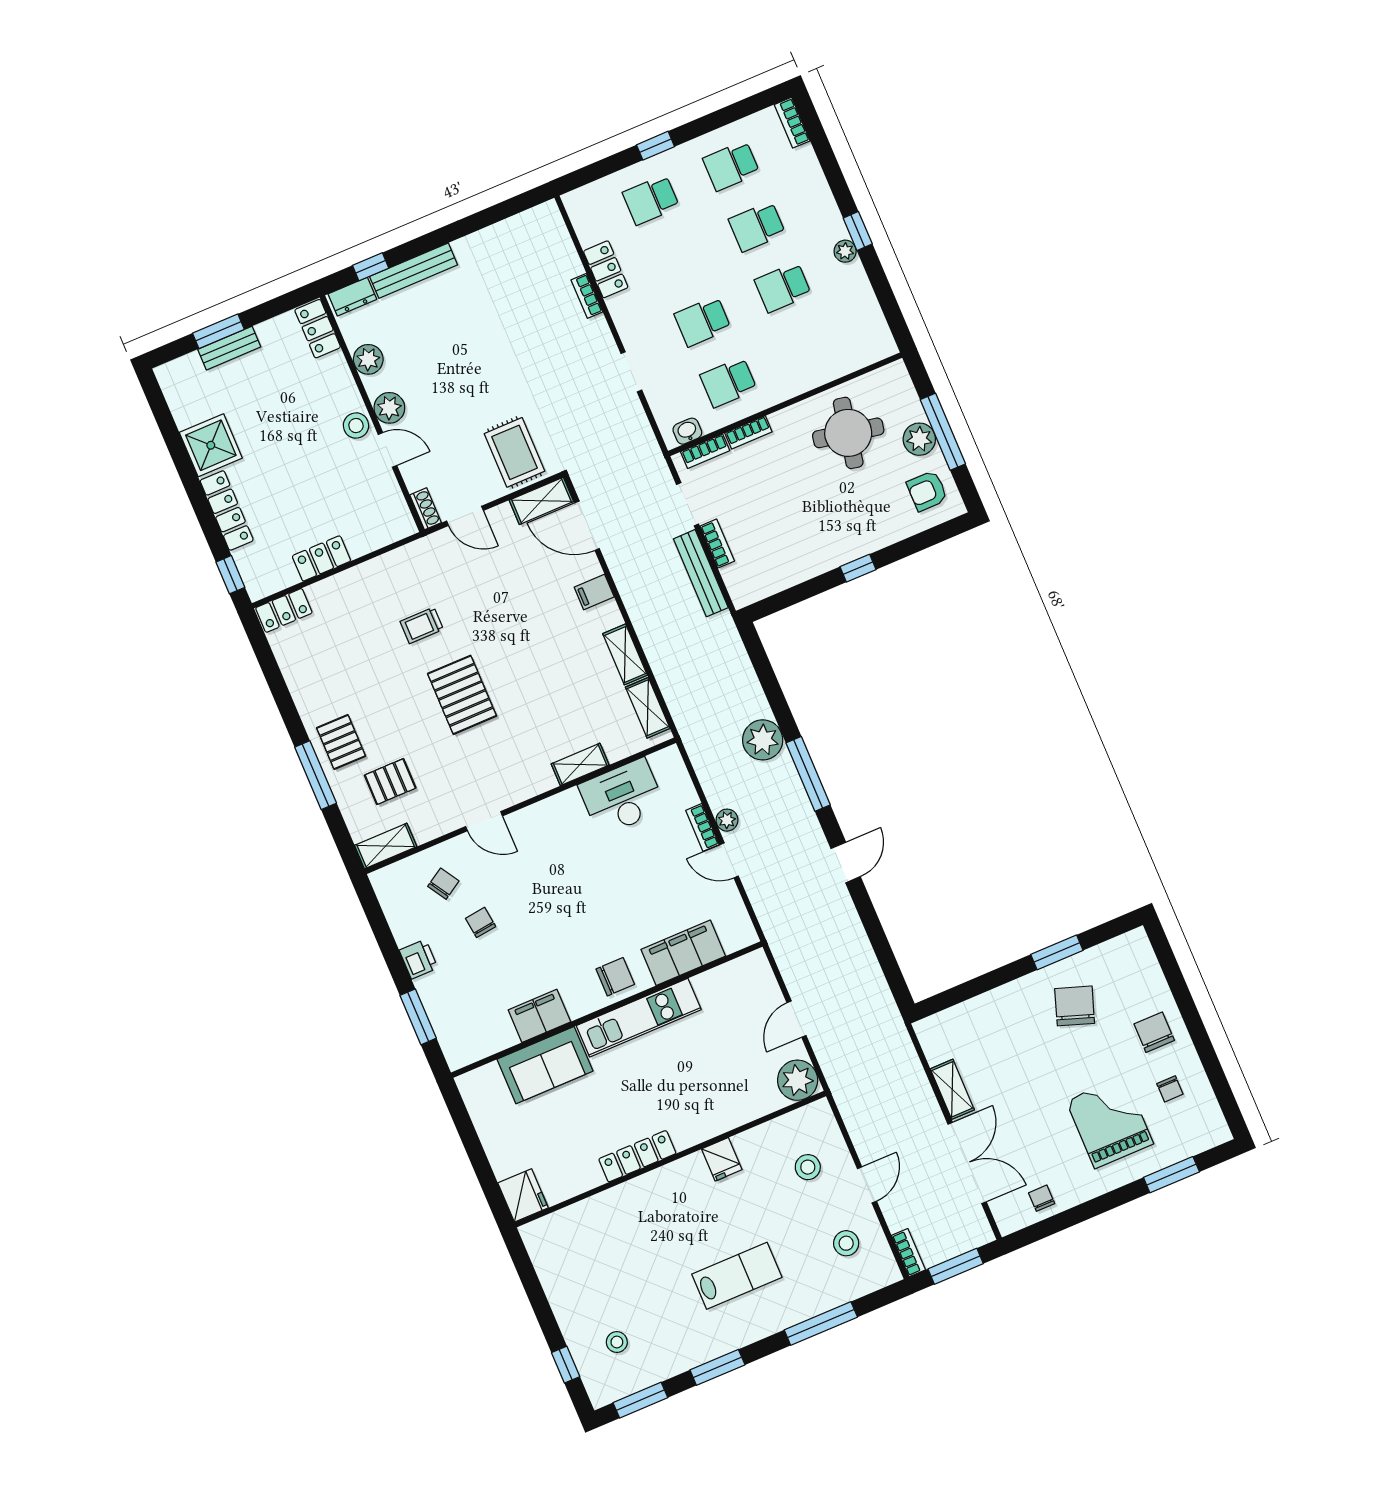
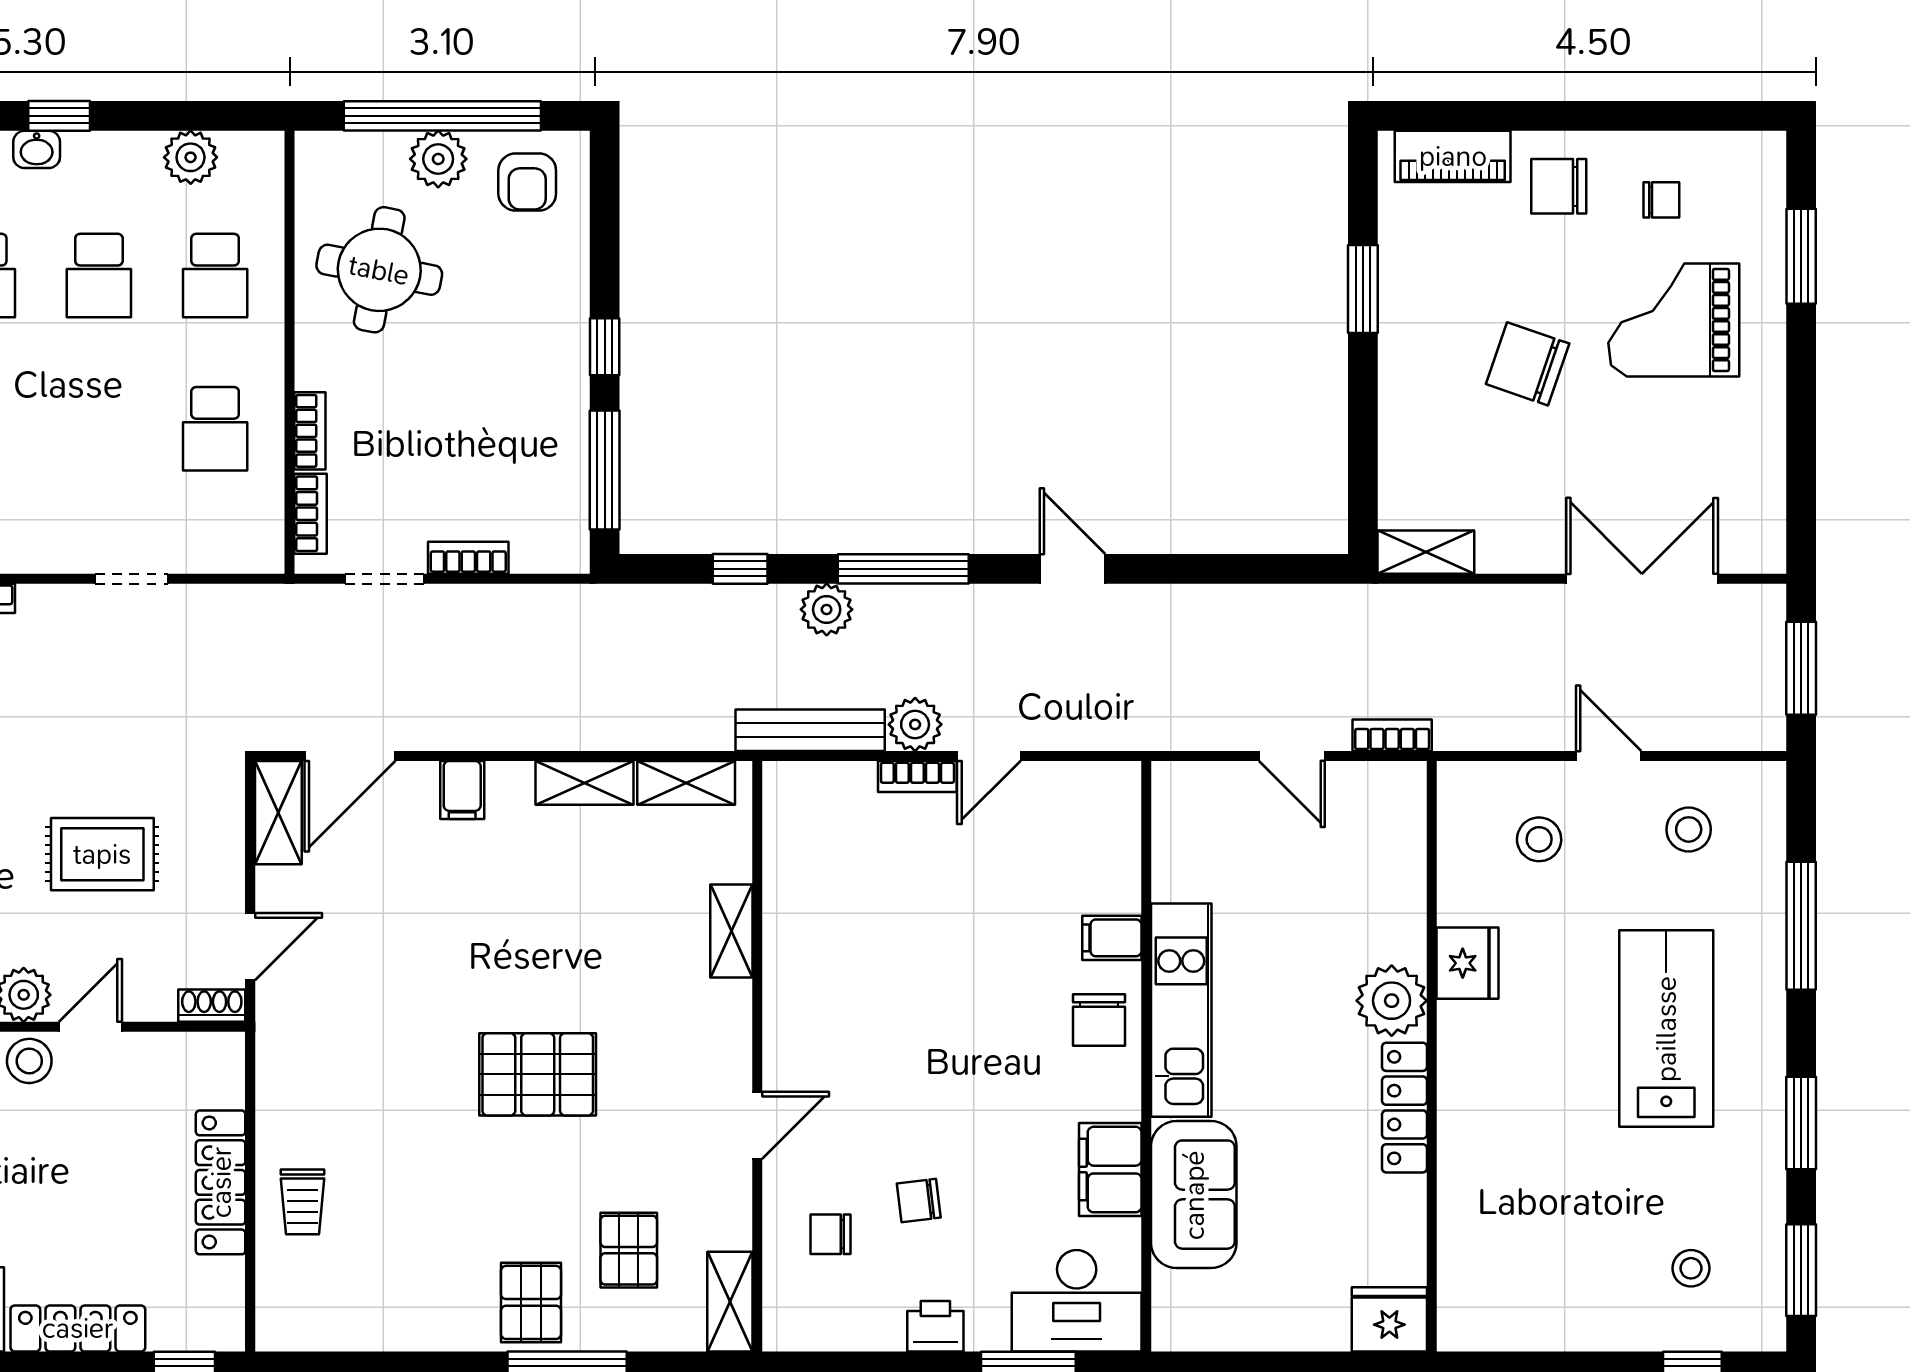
plant: (845, 251) -> (191, 157), moved, width x1.38, depth x1.38
school desk: (703, 321) -> (215, 276), moved
washbasin: (687, 431) -> (37, 149), moved, turned -90
window: (943, 432) -> (442, 116), width x1.46
rug: (515, 452) -> (102, 854), moved
locker: (321, 558) -> (221, 1182), width x1.53
bench: (701, 573) -> (810, 730), moved
window: (793, 595) -> (605, 470), added
locker: (284, 610) -> (279, 1305), removed
trolley: (422, 625) -> (302, 1202), moved
window: (772, 688) -> (740, 569), added
plant: (763, 740) -> (827, 609), width x0.73, depth x0.73
pallet: (341, 742) -> (531, 1302), turned 90
desk: (622, 797) -> (1077, 1301), moved, turned -90
plant: (727, 820) -> (915, 724), width x1.38, depth x1.38
chair: (443, 884) -> (830, 1234), turned -58
filing cabinet: (683, 953) -> (1112, 938), width x0.33, depth x0.86
piano: (1146, 970) -> (1453, 156), added
chair: (615, 977) -> (1099, 1020), turned 180
chair: (1075, 1006) -> (1528, 364), moved
plant: (798, 1080) -> (1392, 1001), moved
shelving: (952, 1089) -> (1426, 552), moved
fridge: (722, 1159) -> (1468, 963), width x1.38
chair: (1042, 1198) -> (1750, 482), removed
bookcase: (908, 1253) -> (1392, 735), moved
lab bench: (737, 1276) -> (1666, 1029), width x1.36, depth x1.39

